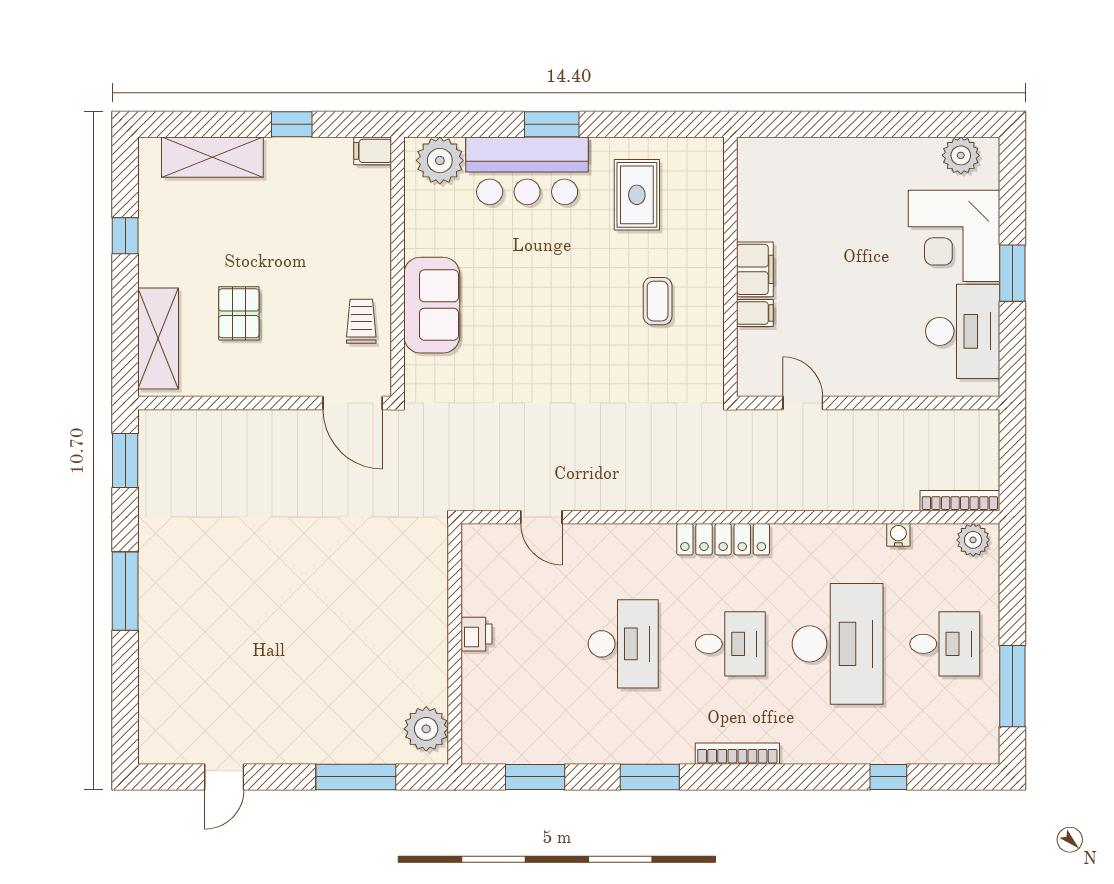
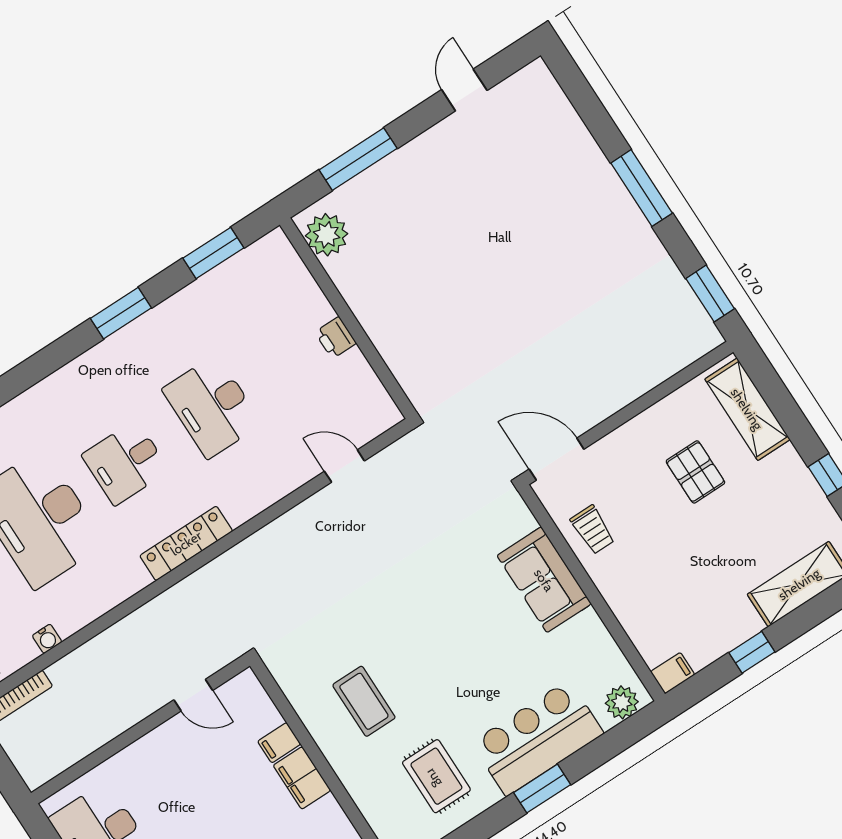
plant: (440, 160) -> (622, 702), width x0.73, depth x0.73
coffee table: (658, 301) -> (364, 701), width x1.36, depth x1.30
bookcase: (737, 754) -> (62, 378), removed

